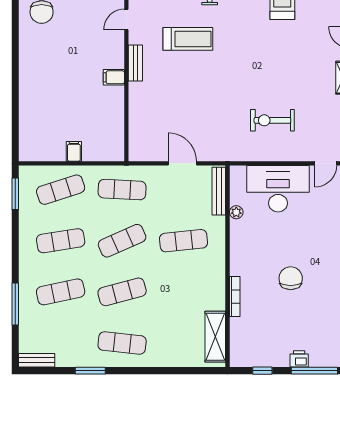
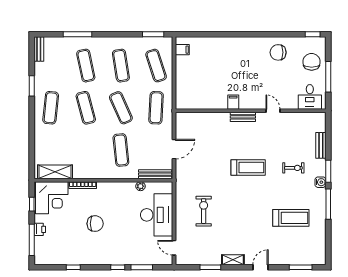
treadmill: (188, 39) -> (248, 167), moved, turned -90
filing cabinet: (74, 151) -> (182, 50), moved
corner desk: (253, 341) -> (52, 198), added

